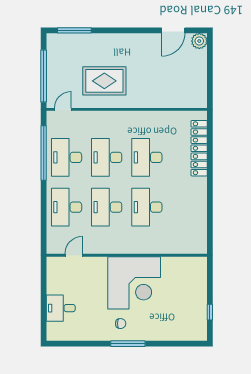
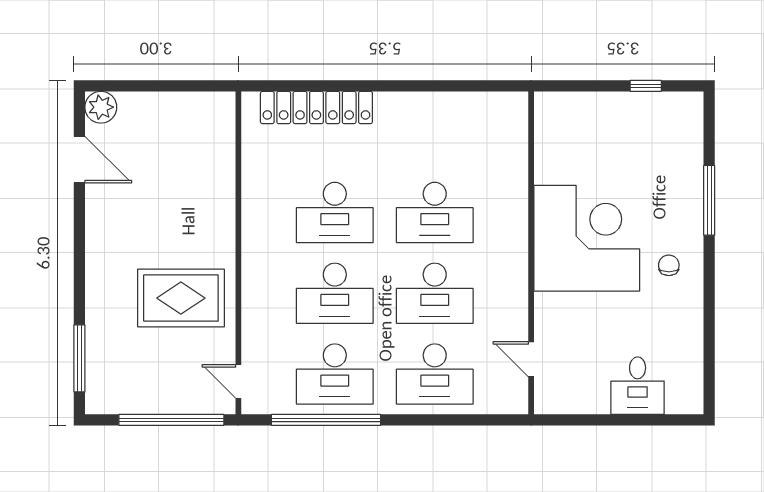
rug: (104, 81) -> (181, 298), turned 90
window: (128, 344) -> (709, 200), moved

